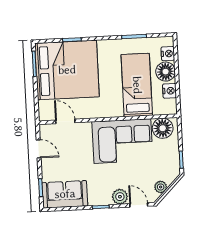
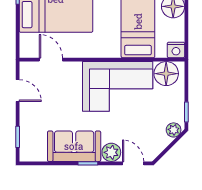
nightstand: (170, 91) -> (176, 50), moved, turned 90
plant: (161, 187) -> (174, 130), moved
sofa: (65, 194) -> (74, 146), moved

